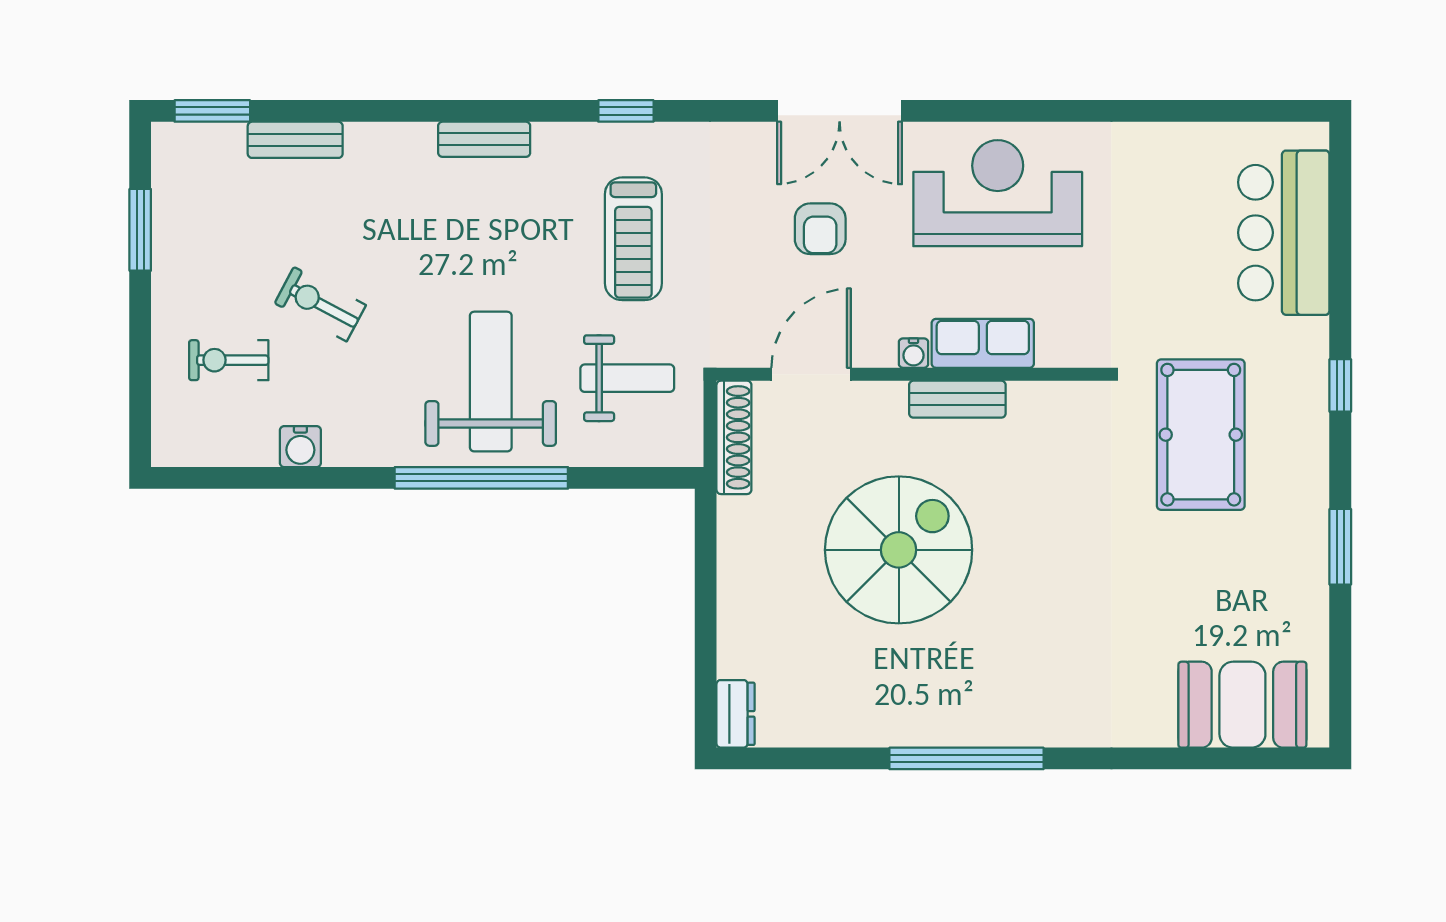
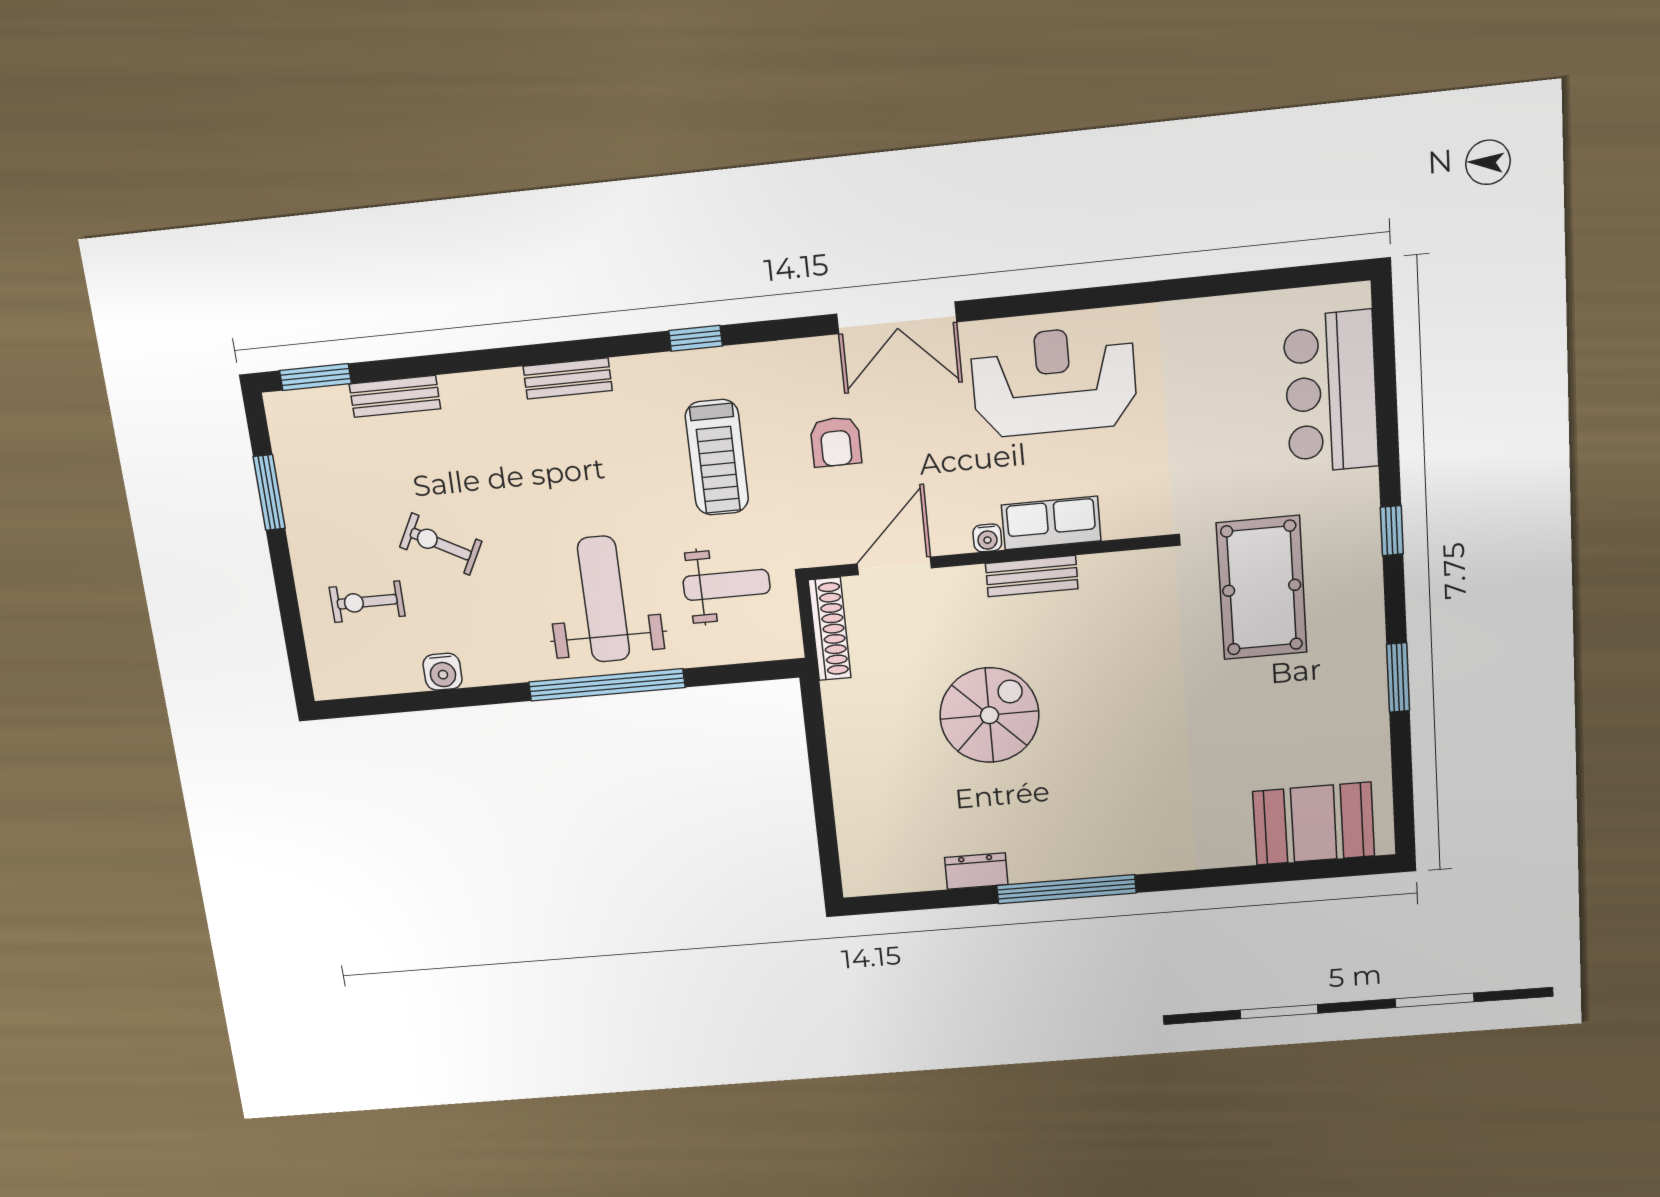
armchair: (820, 229) -> (836, 442), moved
spiral stairs: (899, 550) -> (989, 715), width x0.73, depth x0.73
dresser: (735, 714) -> (976, 871), moved, turned -90

